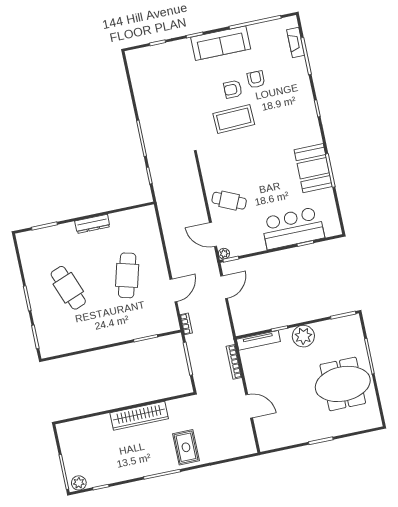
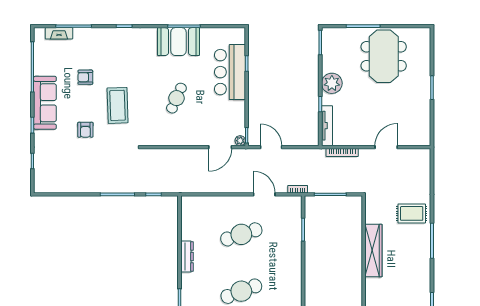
armchair: (233, 89) -> (85, 130), moved
cafe table: (229, 201) -> (176, 98), moved
cafe table: (127, 275) -> (241, 234), turned -33

